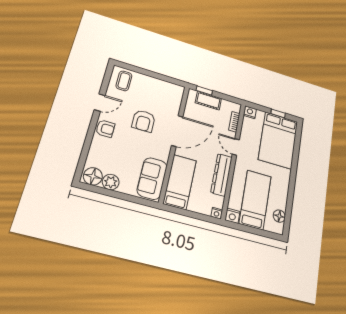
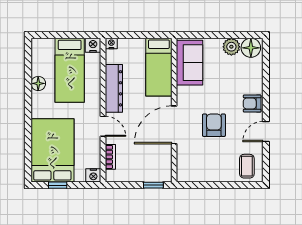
cot: (208, 101) -> (146, 174), removed
floor lamp: (279, 216) -> (38, 83), moved

